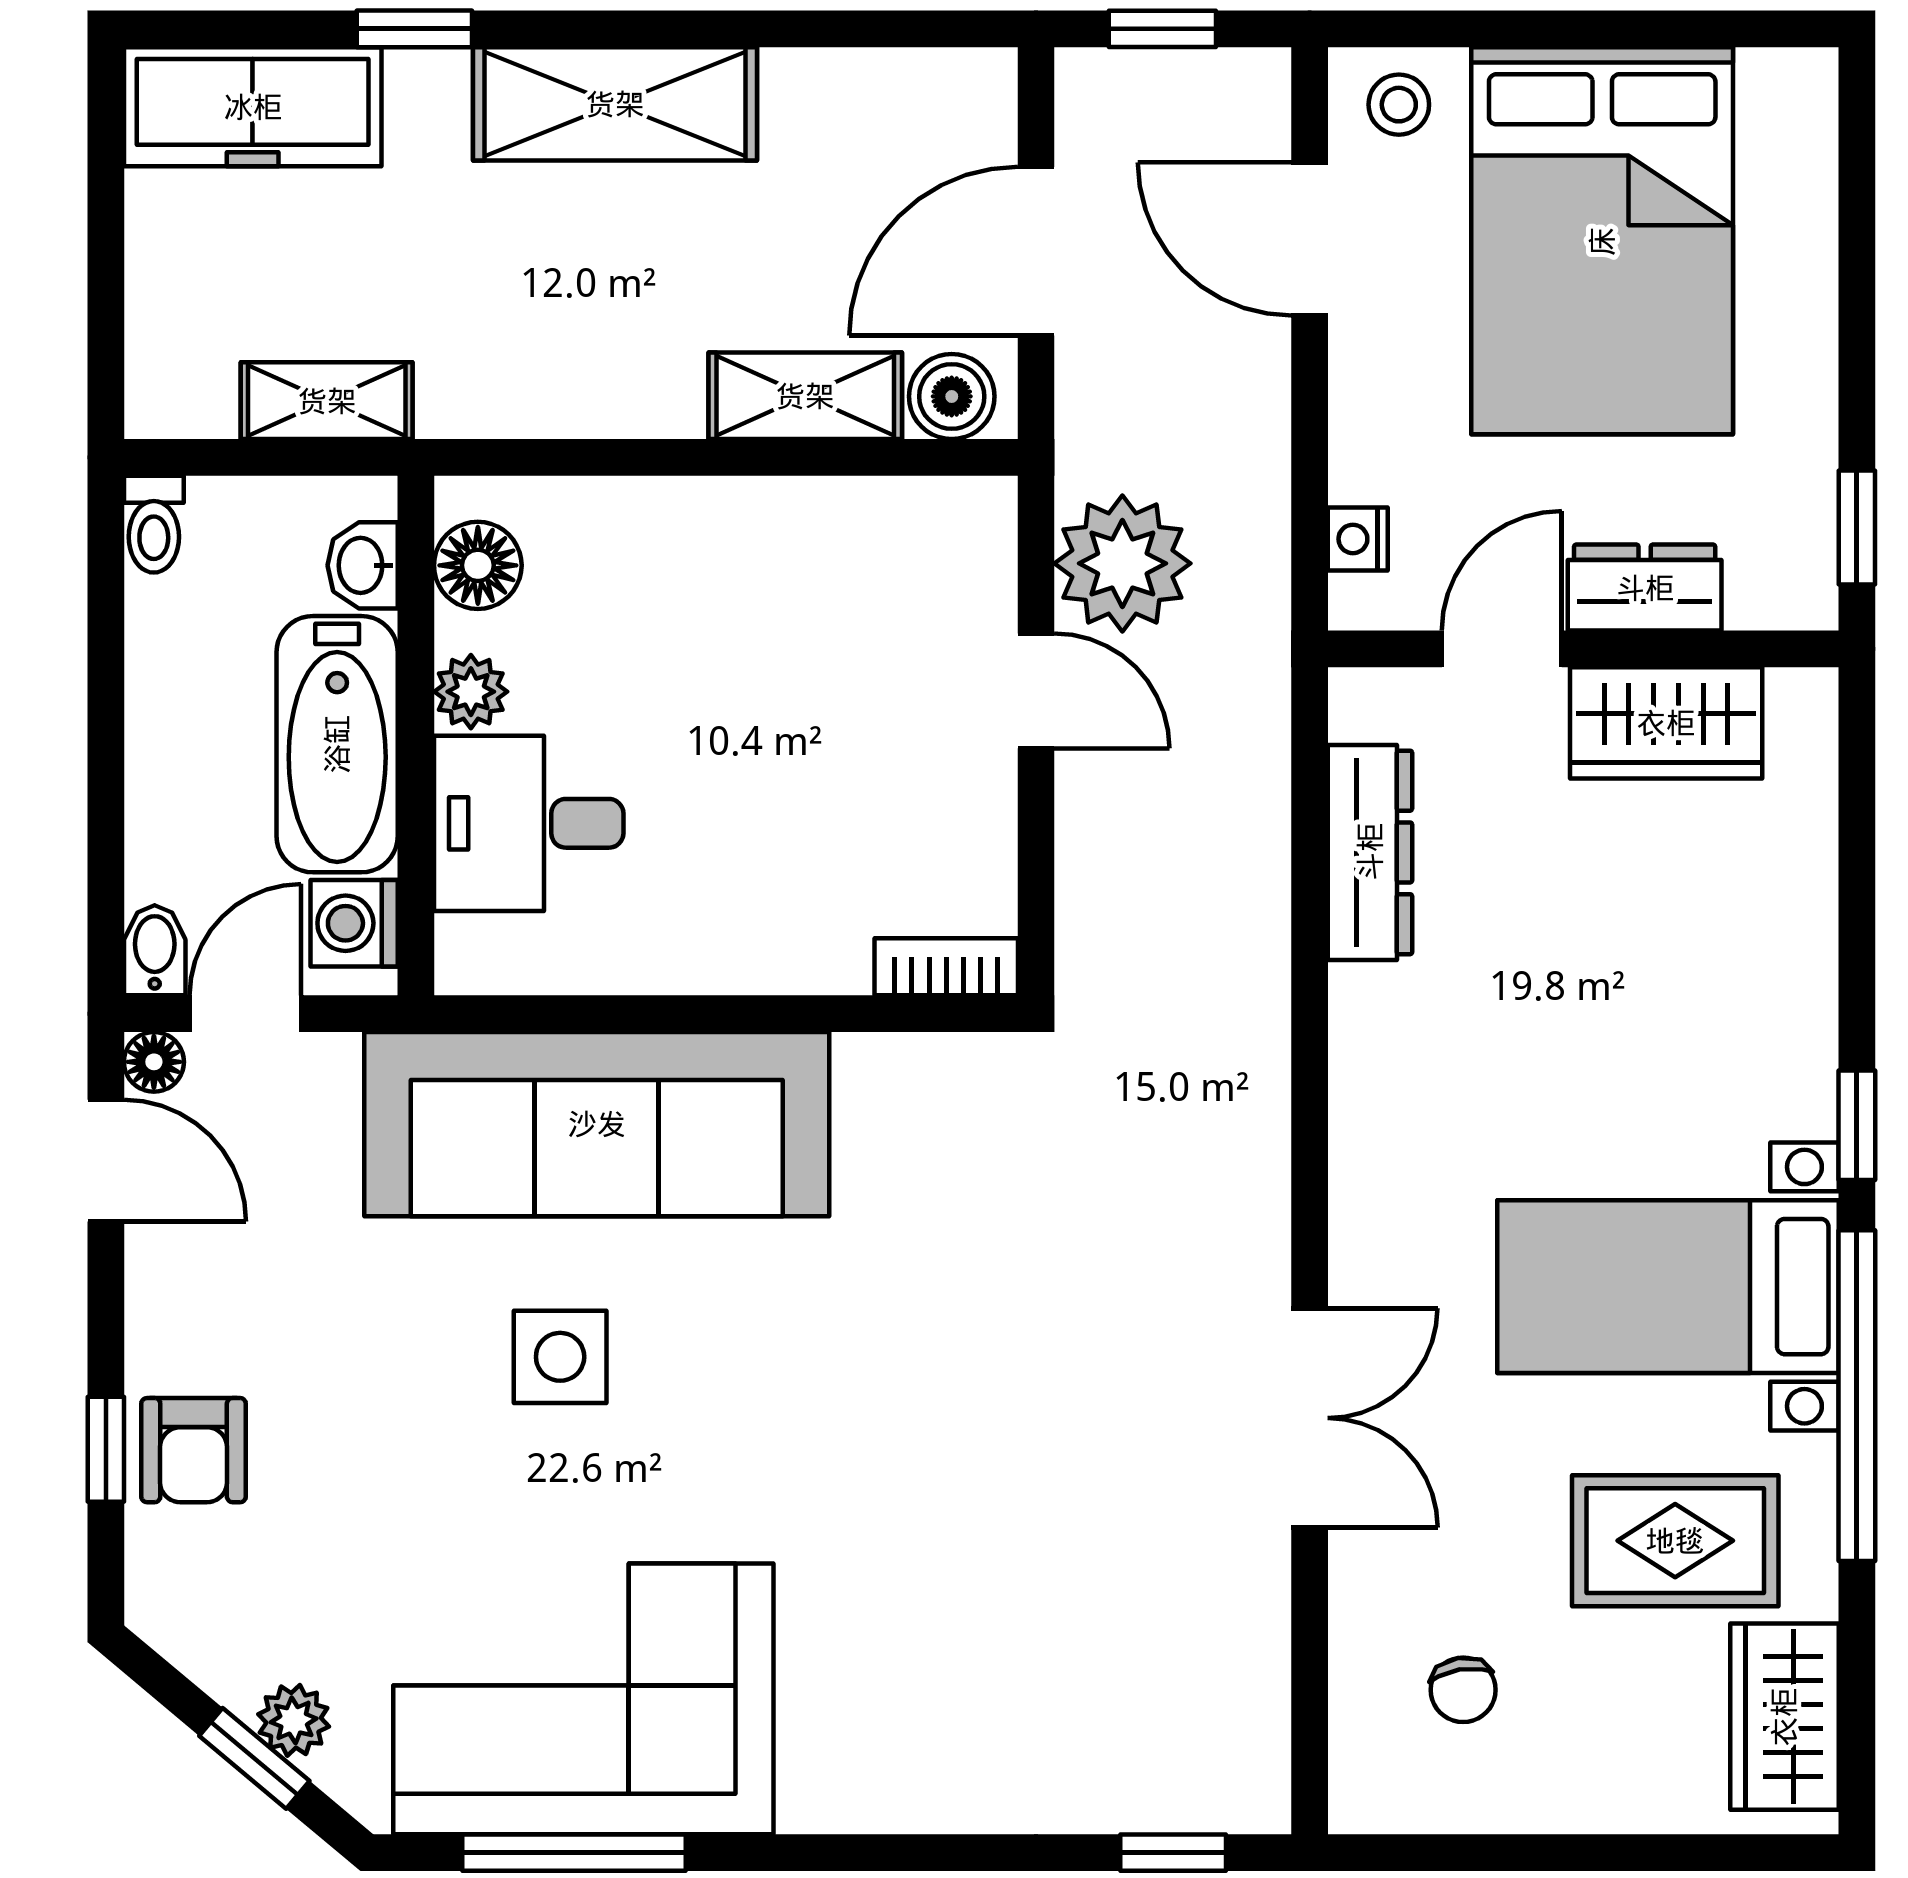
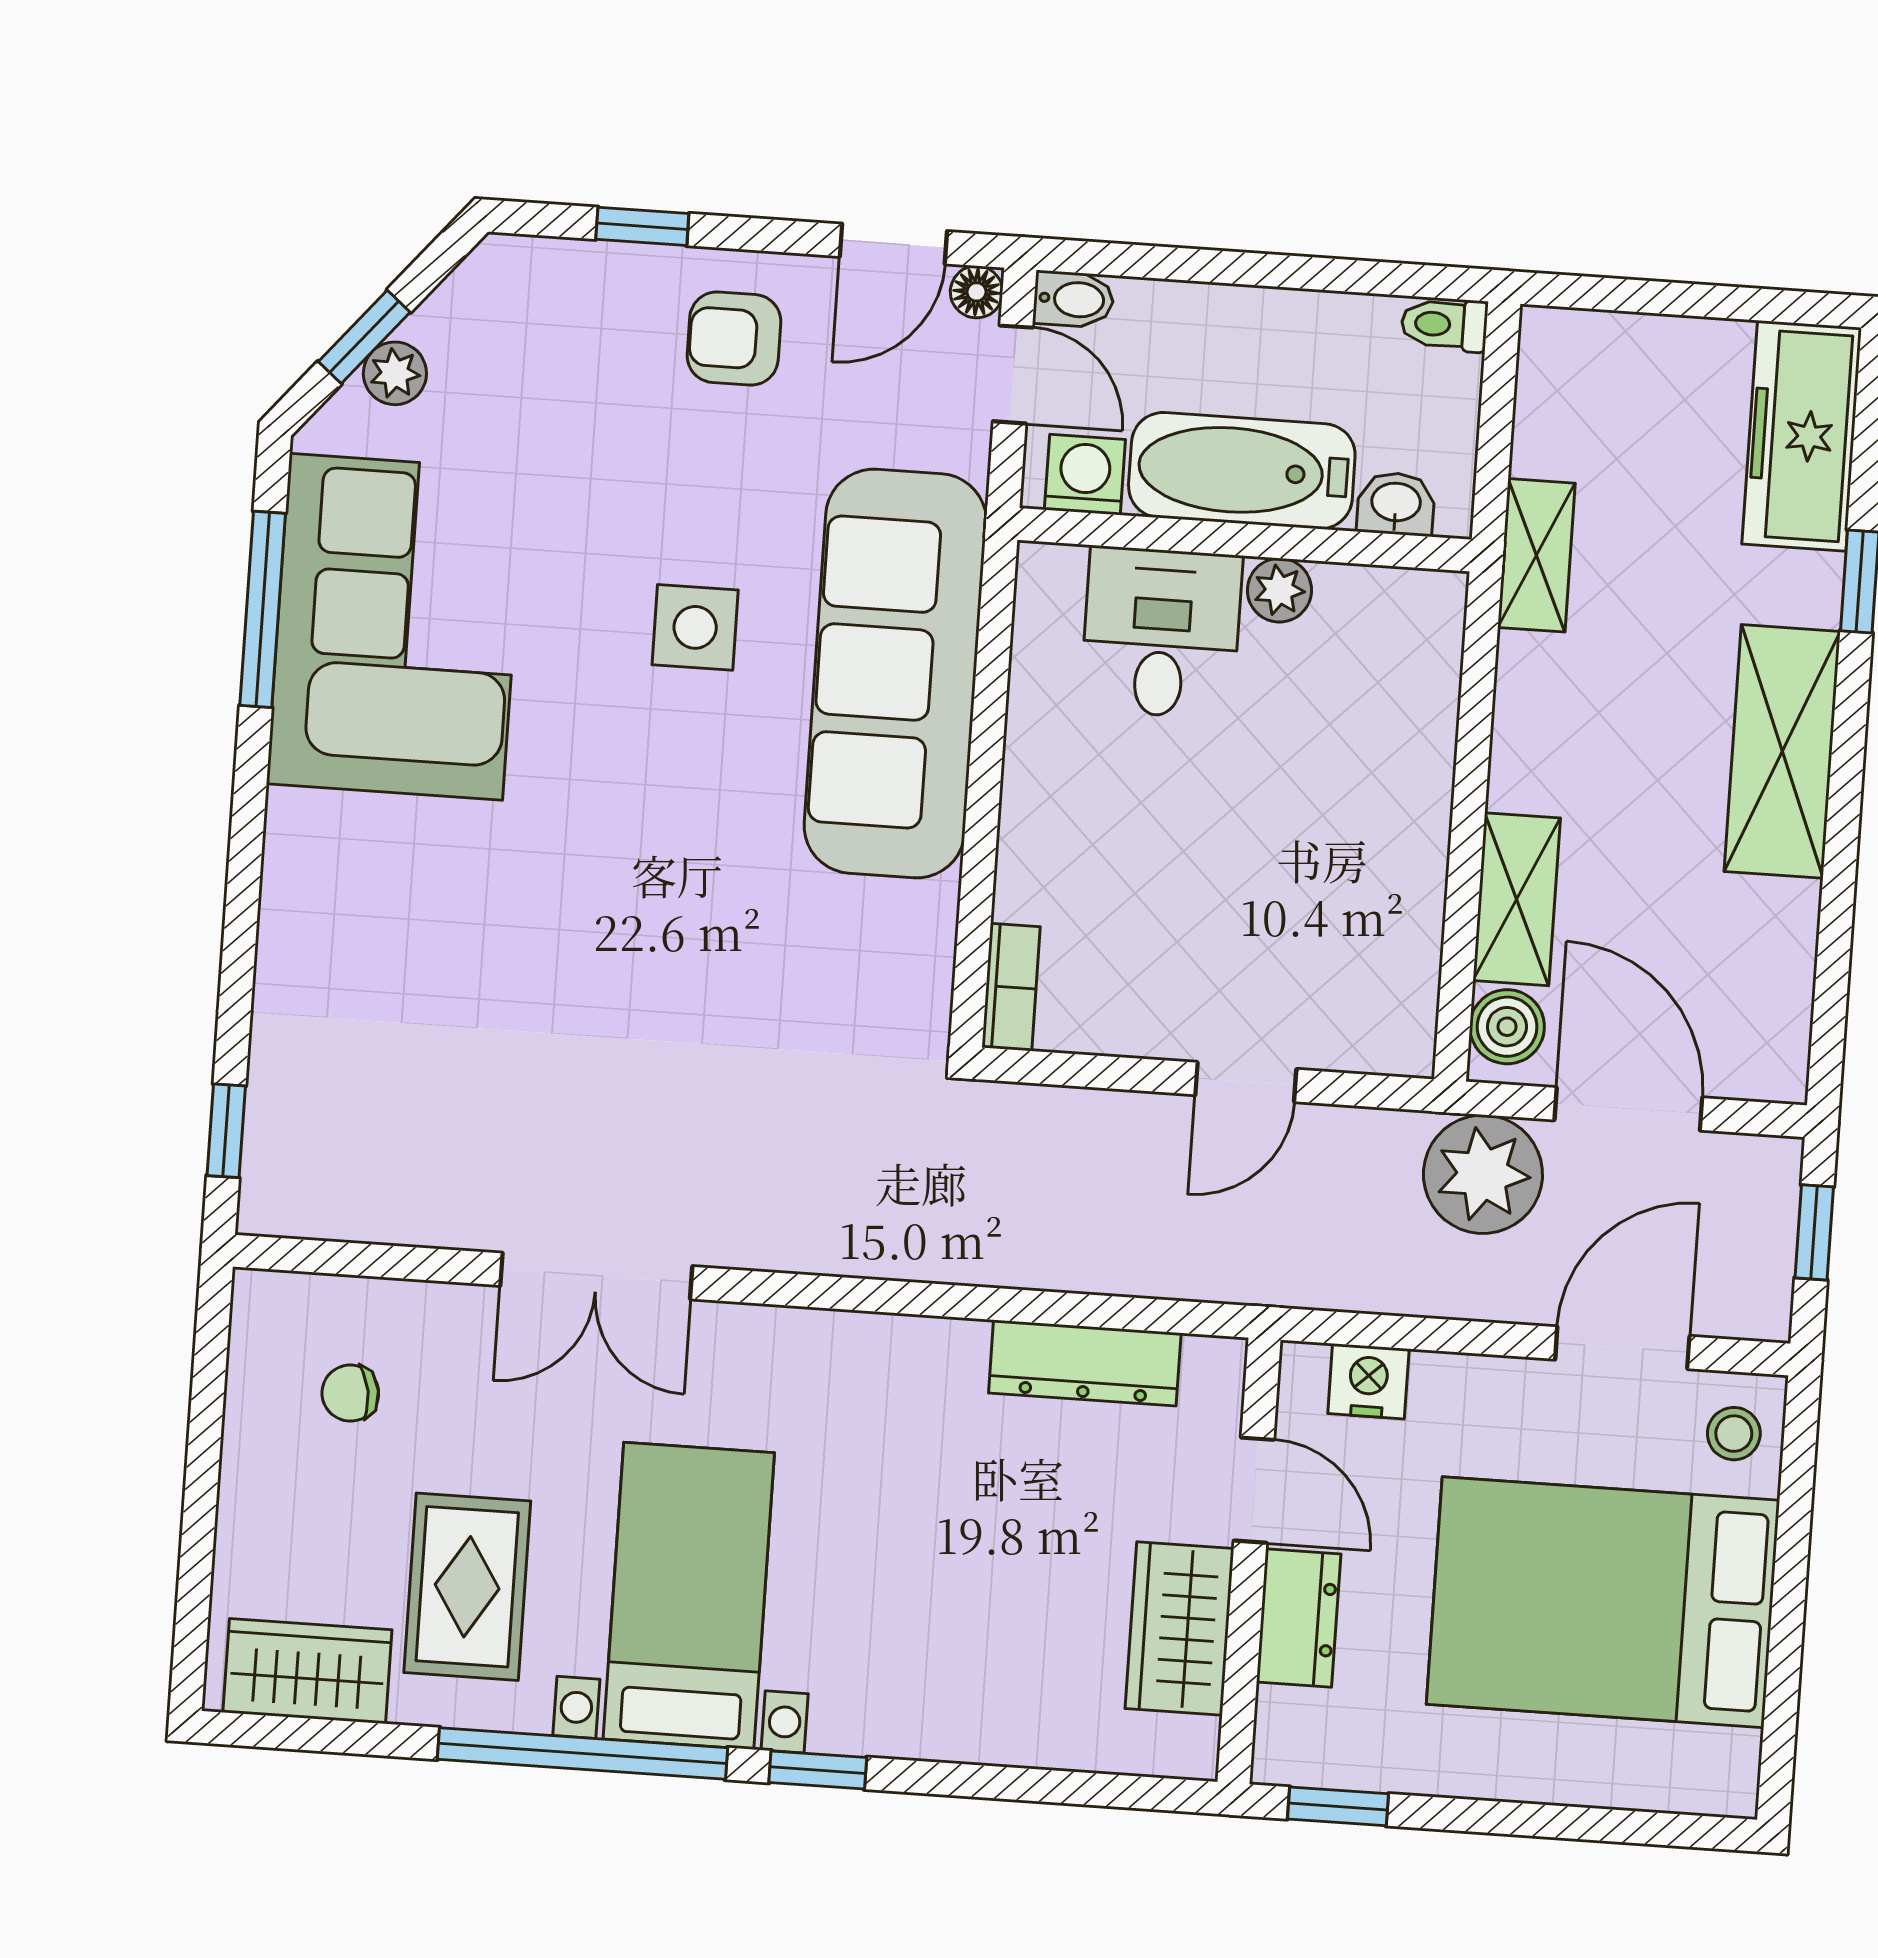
shelving: (327, 401) -> (1536, 555), moved
nightstand: (1358, 539) -> (1368, 1381), width x1.39, depth x1.35
plant: (1122, 563) -> (1483, 1174), moved
floor lamp: (478, 565) -> (1389, 604), removed
armchair: (194, 1450) -> (734, 339), moved

